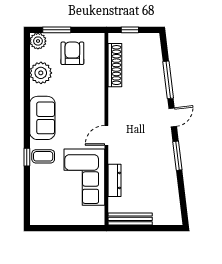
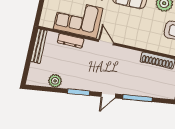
door: (173, 117) -> (108, 95), hinge flipped
plant: (170, 189) -> (55, 81), added

